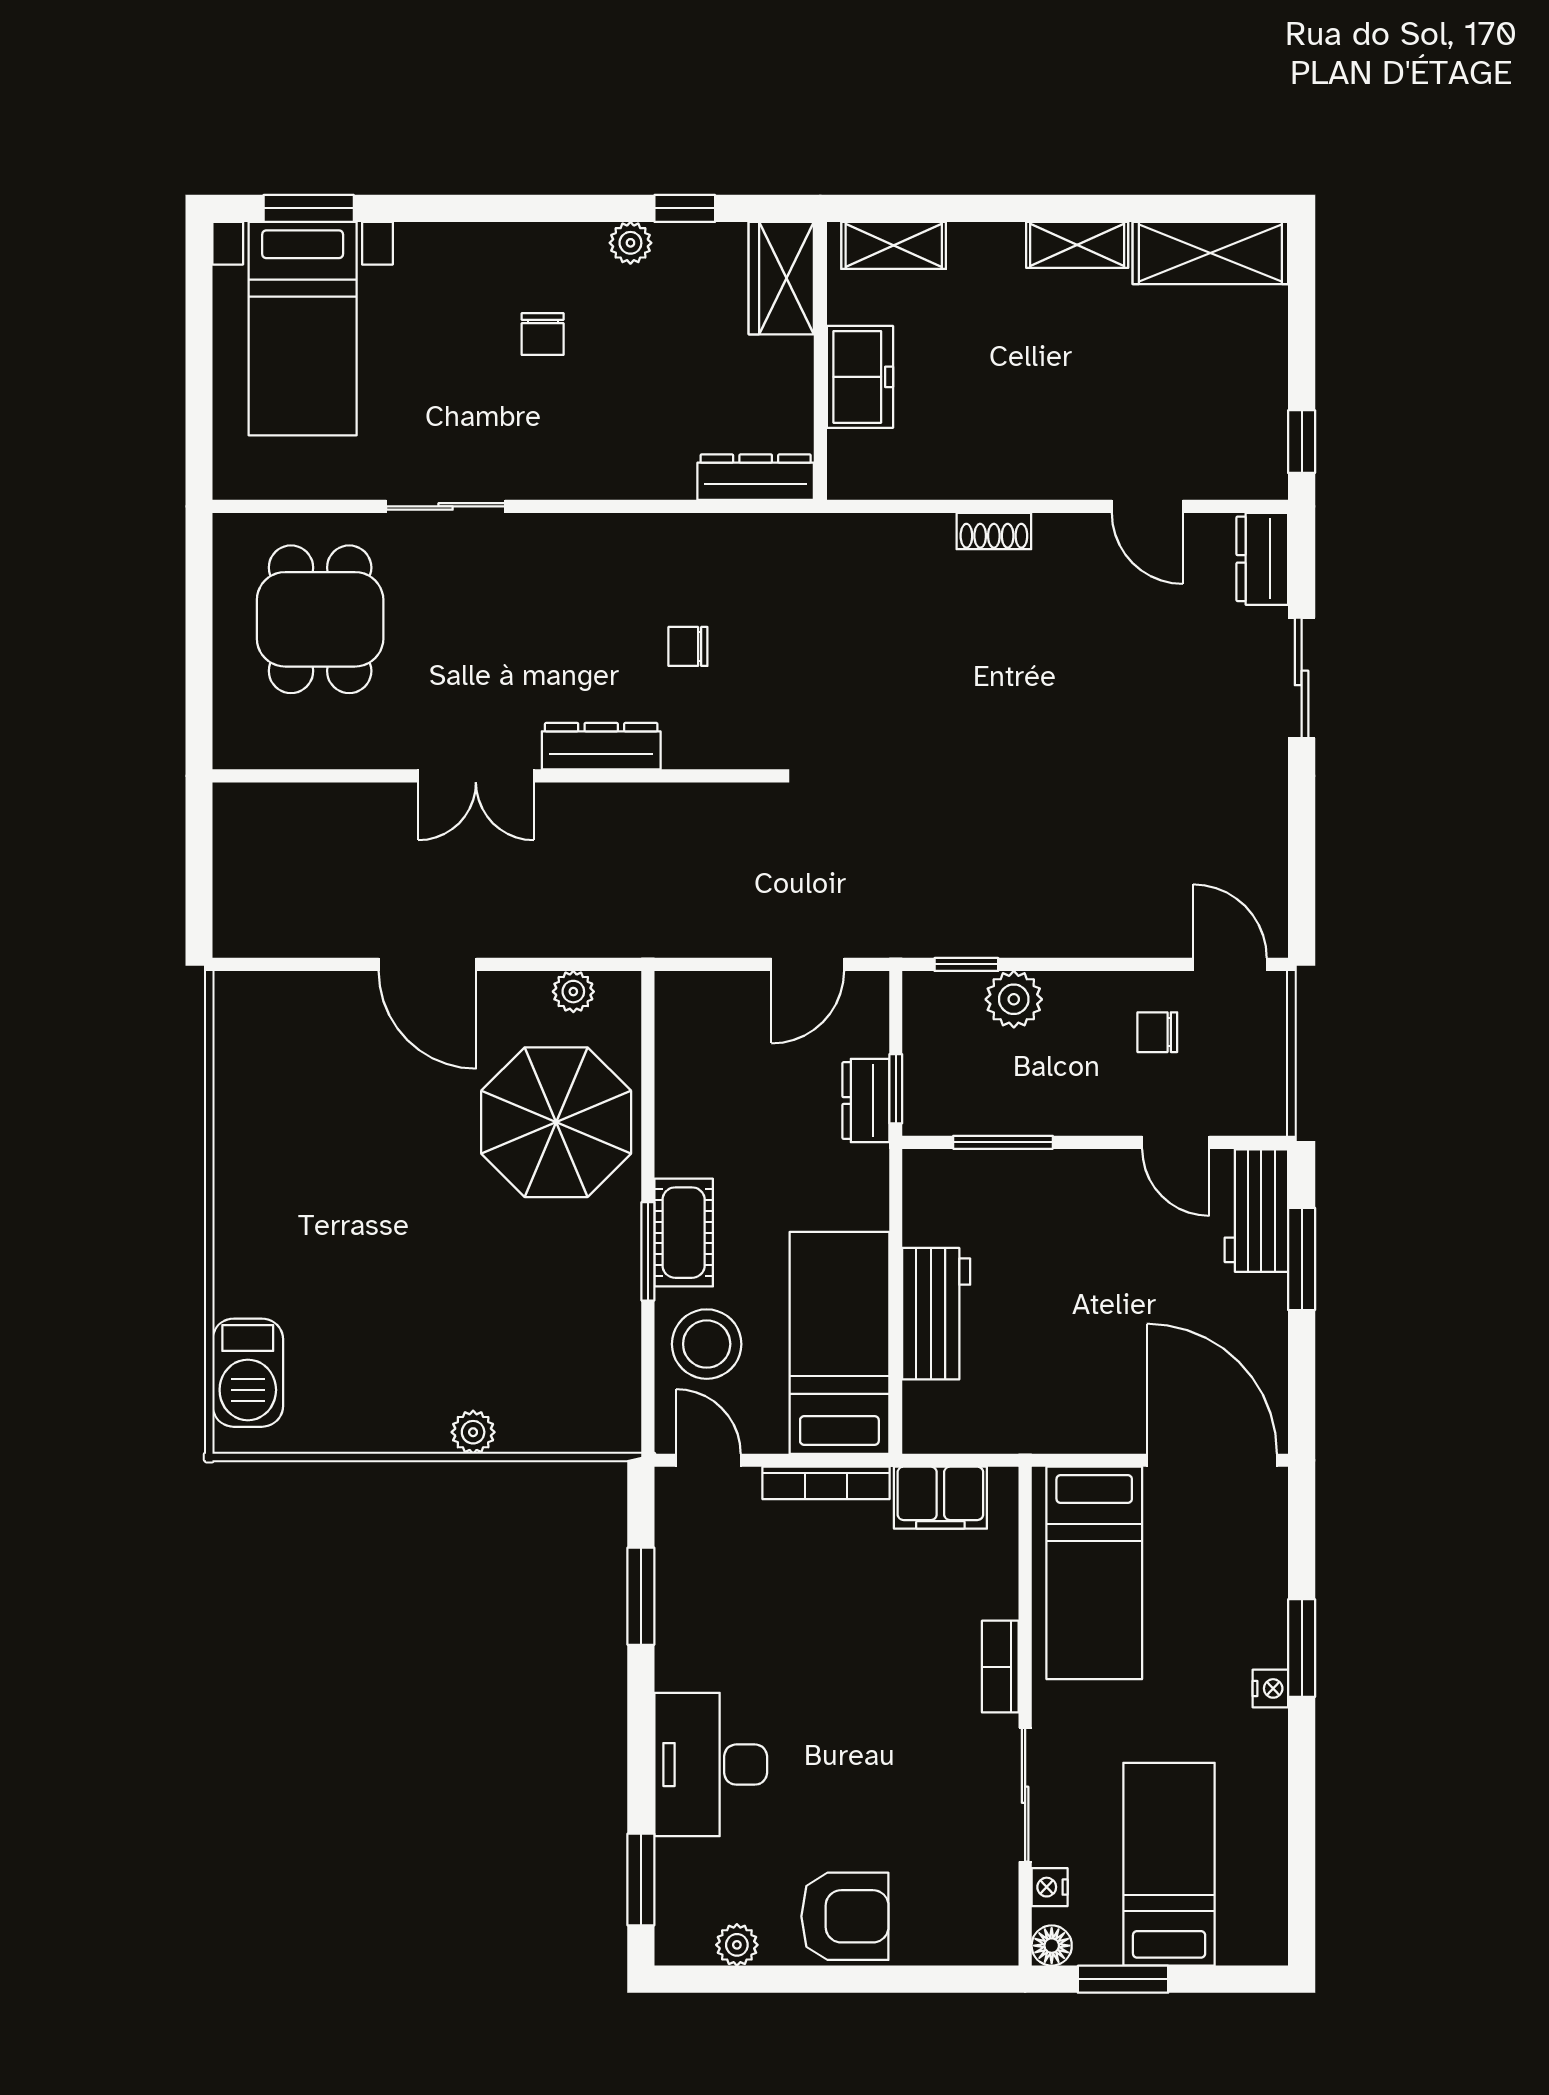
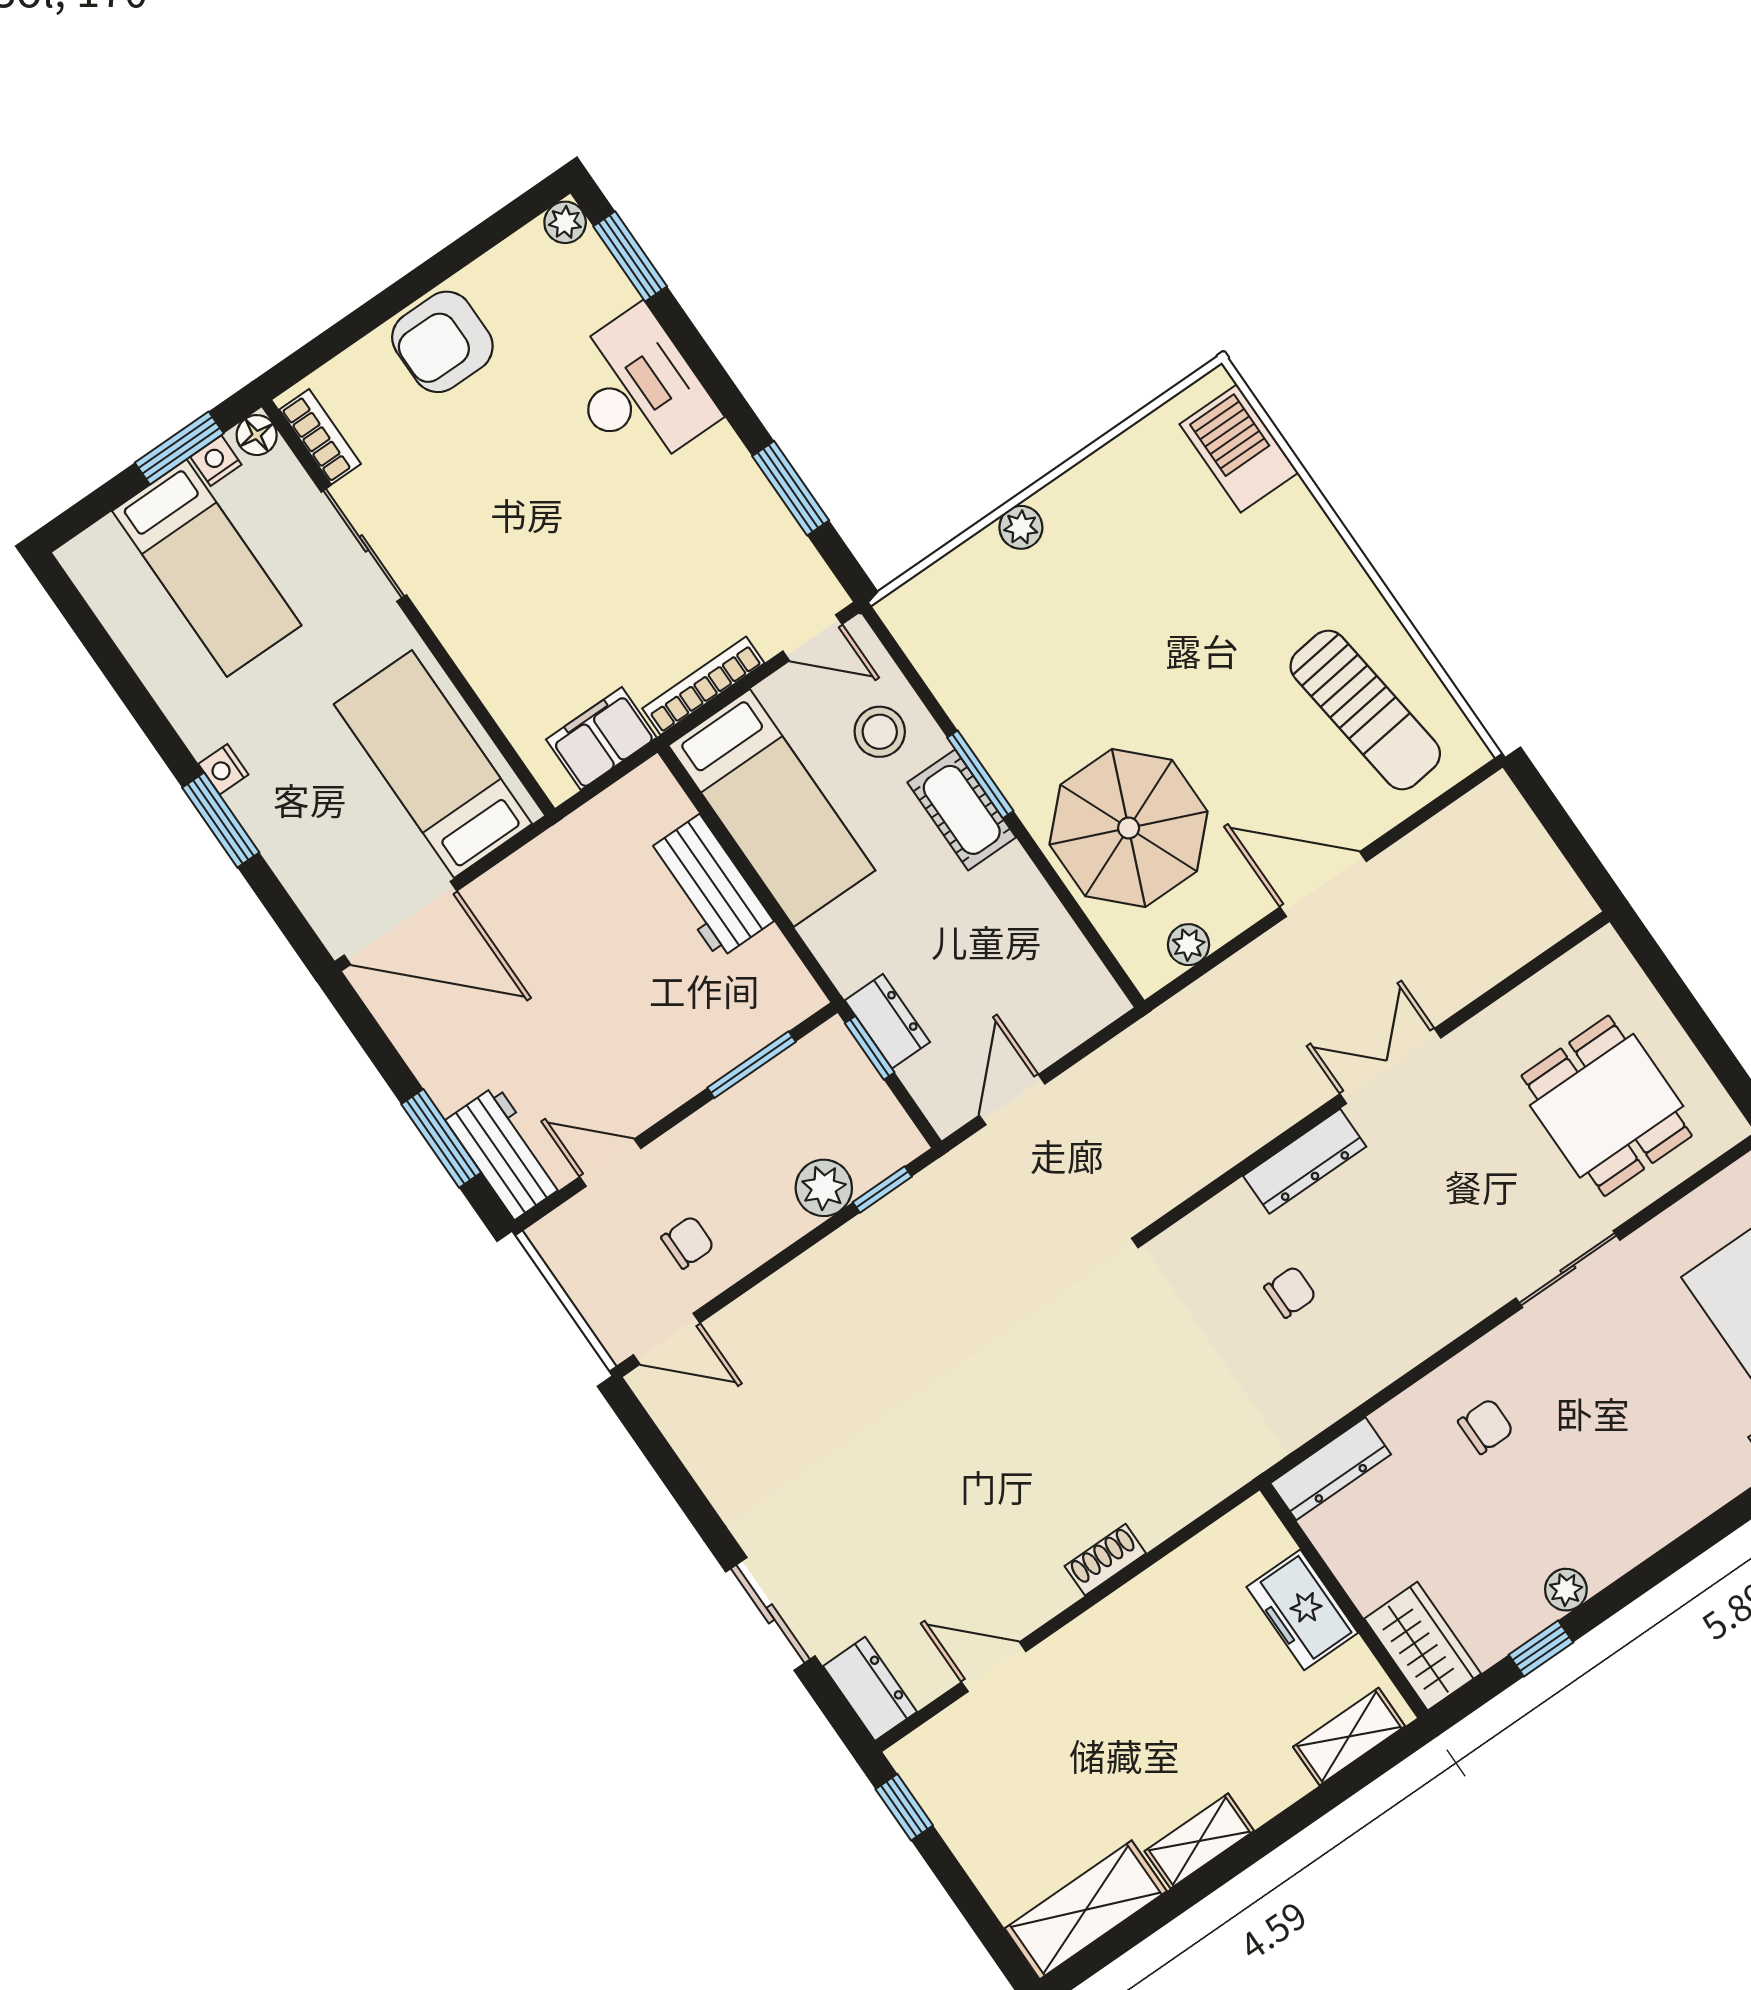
chair: (543, 334) -> (1486, 1426), moved, turned 90
sun lounger: (293, 1084) -> (1365, 710), added
stool: (707, 1344) -> (880, 732), width x0.73, depth x0.73
bookcase: (1000, 1667) -> (320, 437), moved
nightstand: (1050, 1887) -> (216, 461), moved, turned -90
plant: (737, 1945) -> (565, 222), moved

